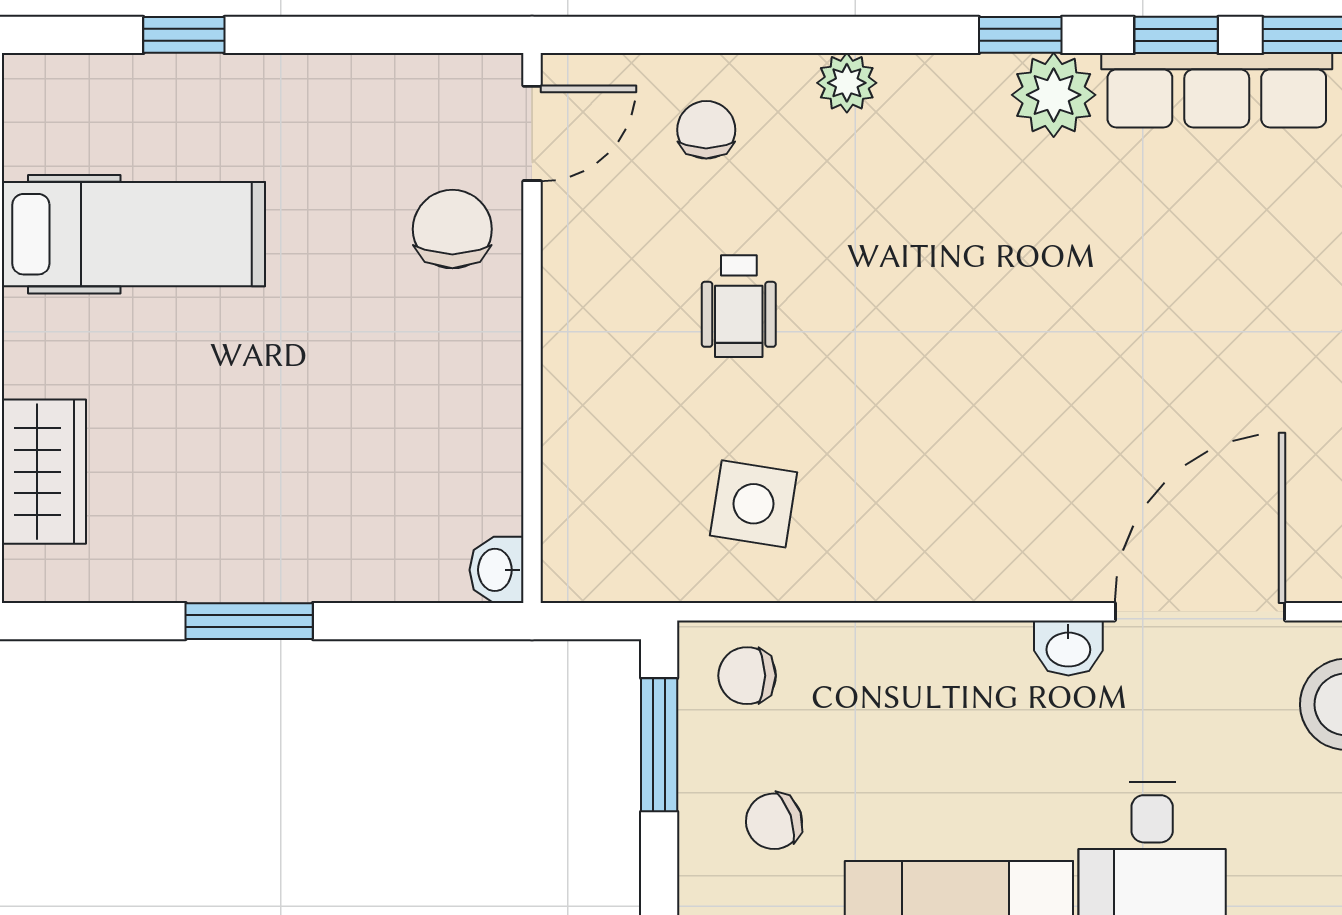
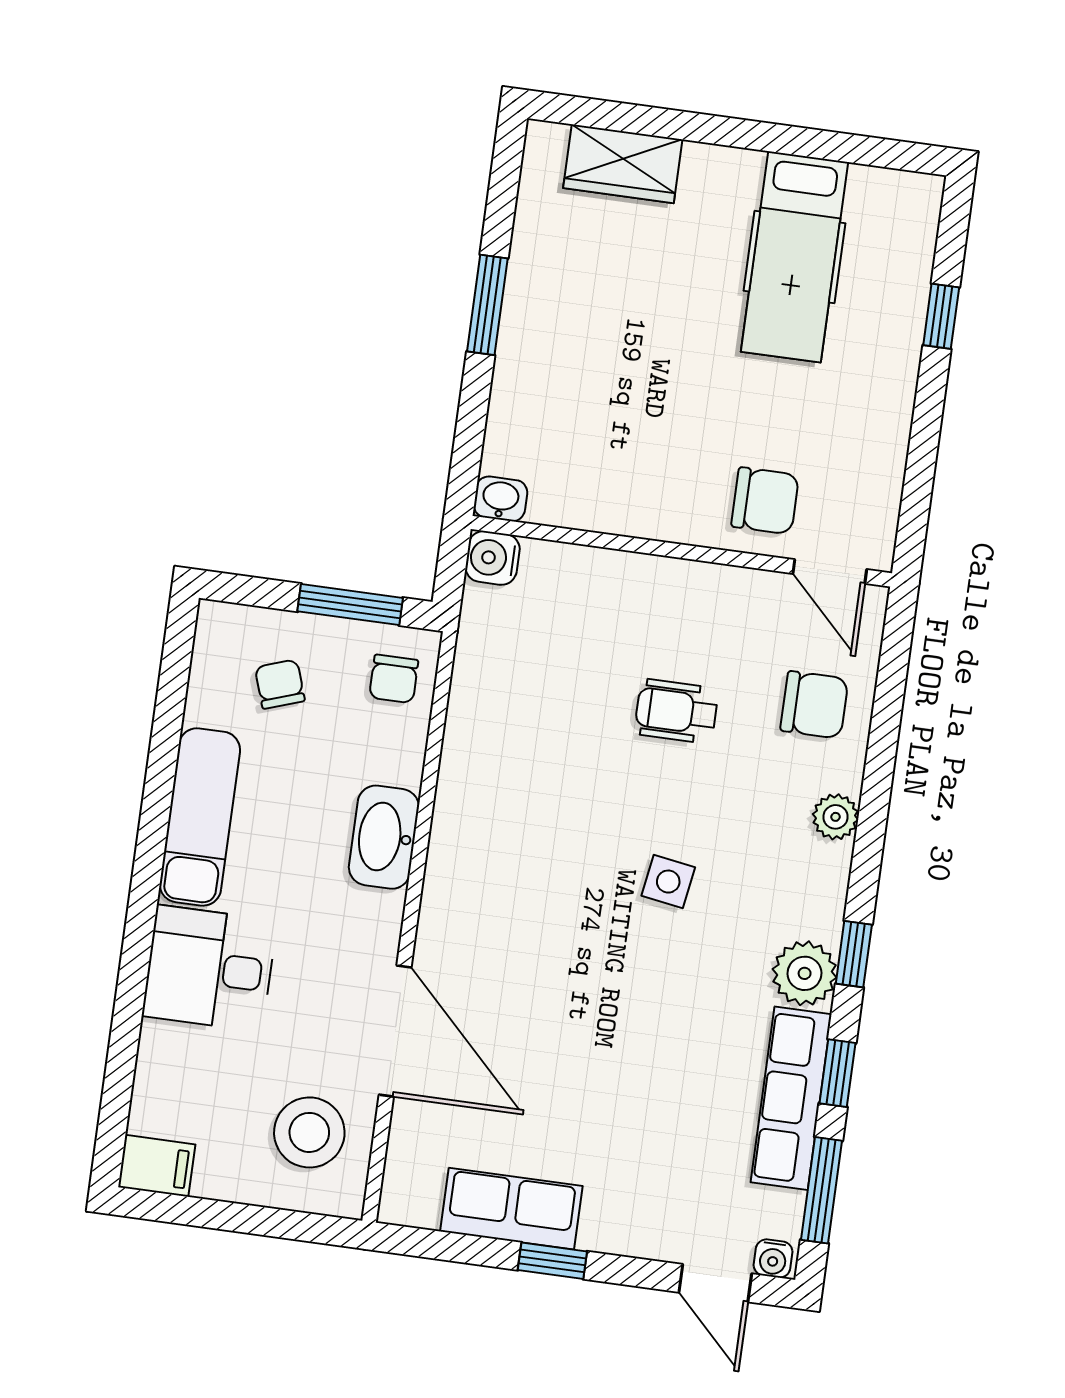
chair: (706, 130) -> (814, 705), width x1.37, depth x1.37
side table: (754, 504) -> (668, 882), moved, width x0.73, depth x0.73
water cooler: (574, 570) -> (493, 558), added
washbasin: (1068, 648) -> (384, 837), moved, width x1.91, depth x1.45
chair: (747, 676) -> (394, 679), turned 180

